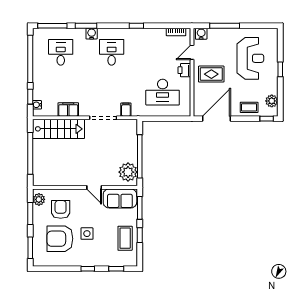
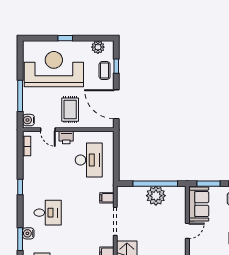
desk: (112, 52) -> (48, 213), turned 180
reception desk: (250, 58) -> (54, 69), width x1.36, depth x1.30
window: (267, 119) -> (116, 66), moved
plant: (128, 172) -> (156, 196), moved

